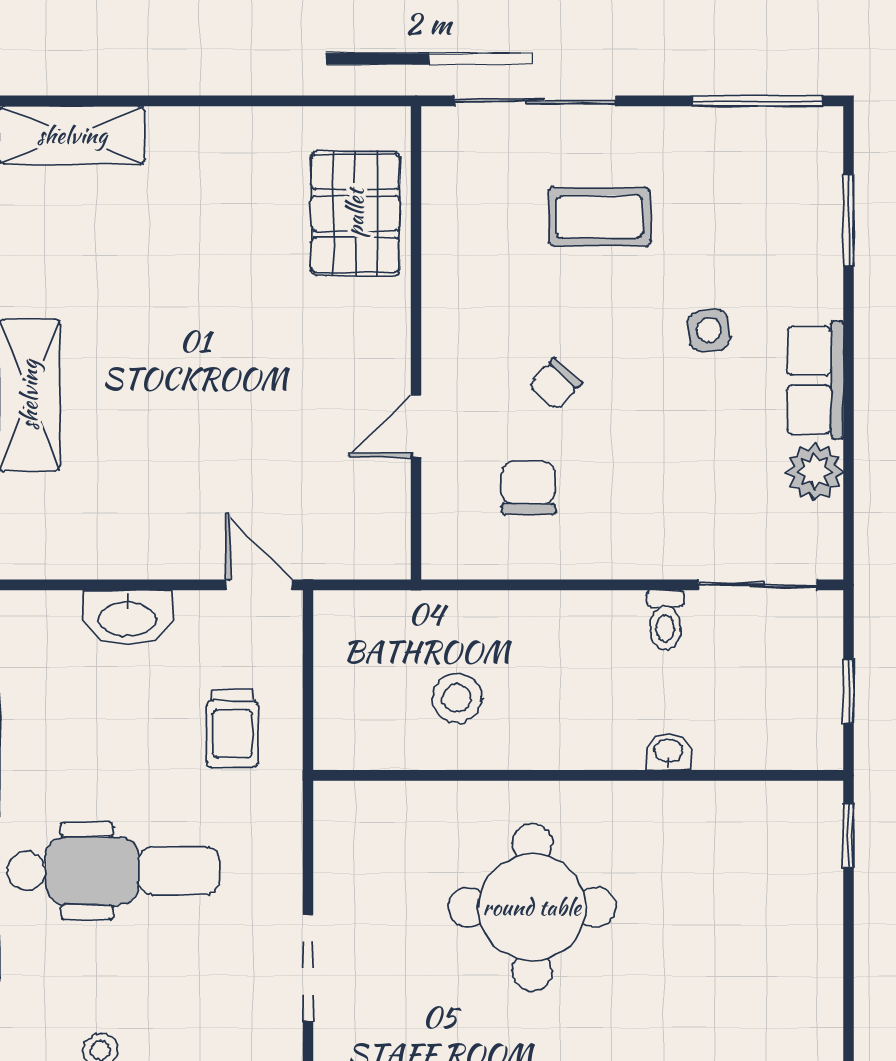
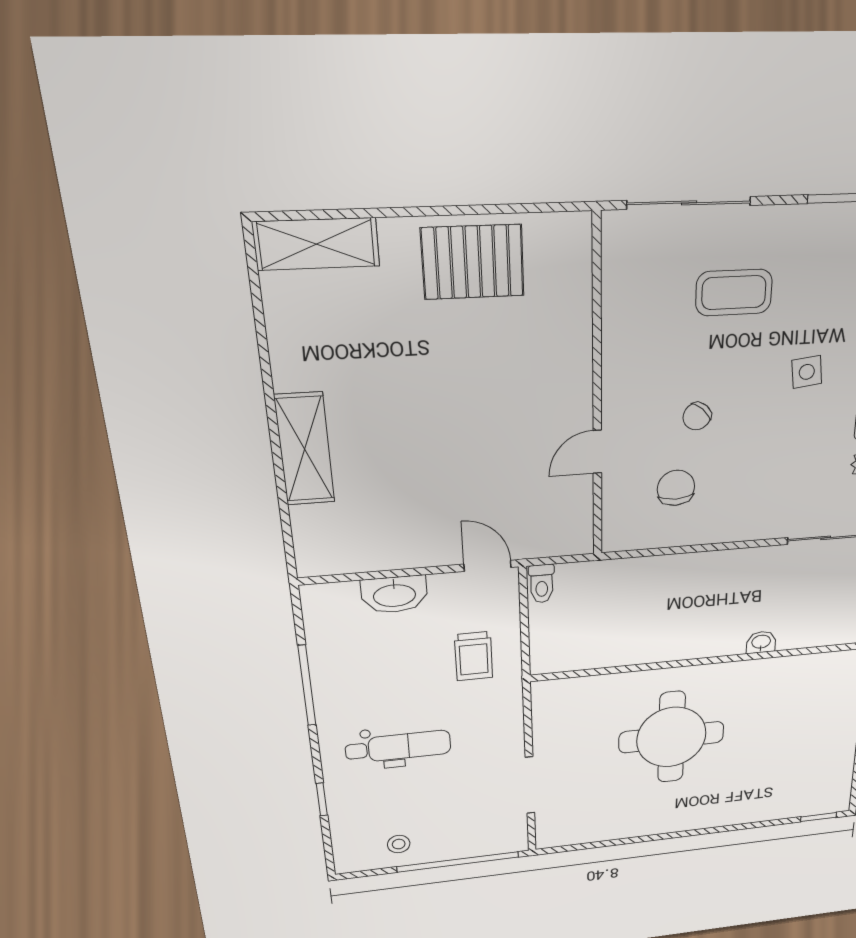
pallet: (355, 213) -> (473, 262), moved, turned 90
toilet: (665, 620) -> (542, 584), moved
stool: (457, 698) -> (625, 624), removed
dental chair: (113, 871) -> (398, 747), width x0.73, depth x0.72

